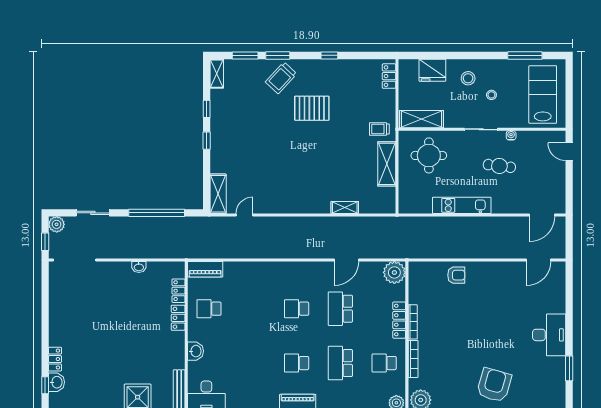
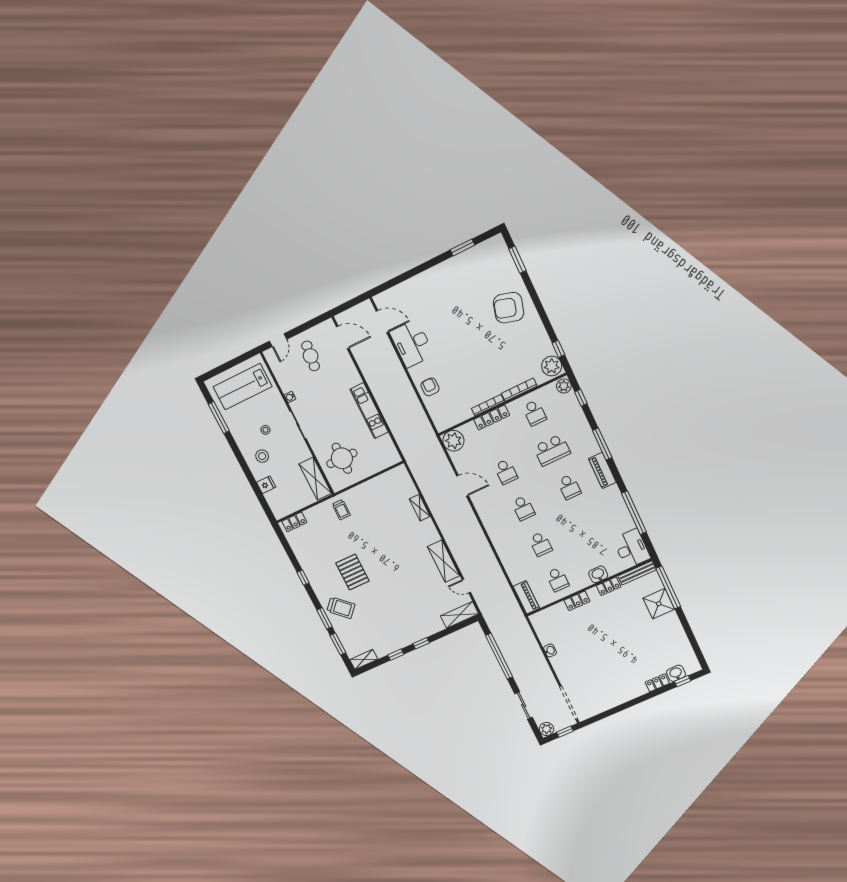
fridge: (432, 70) -> (266, 485), width x0.53, depth x0.75
shelving: (387, 164) -> (444, 561), moved, turned 90
cafe table: (499, 166) -> (311, 356), moved
locker: (179, 291) -> (609, 586), moved
school desk: (253, 309) -> (541, 544), added
school desk: (340, 309) -> (506, 472), width x0.54
desk: (549, 335) -> (412, 344), moved, turned -90

